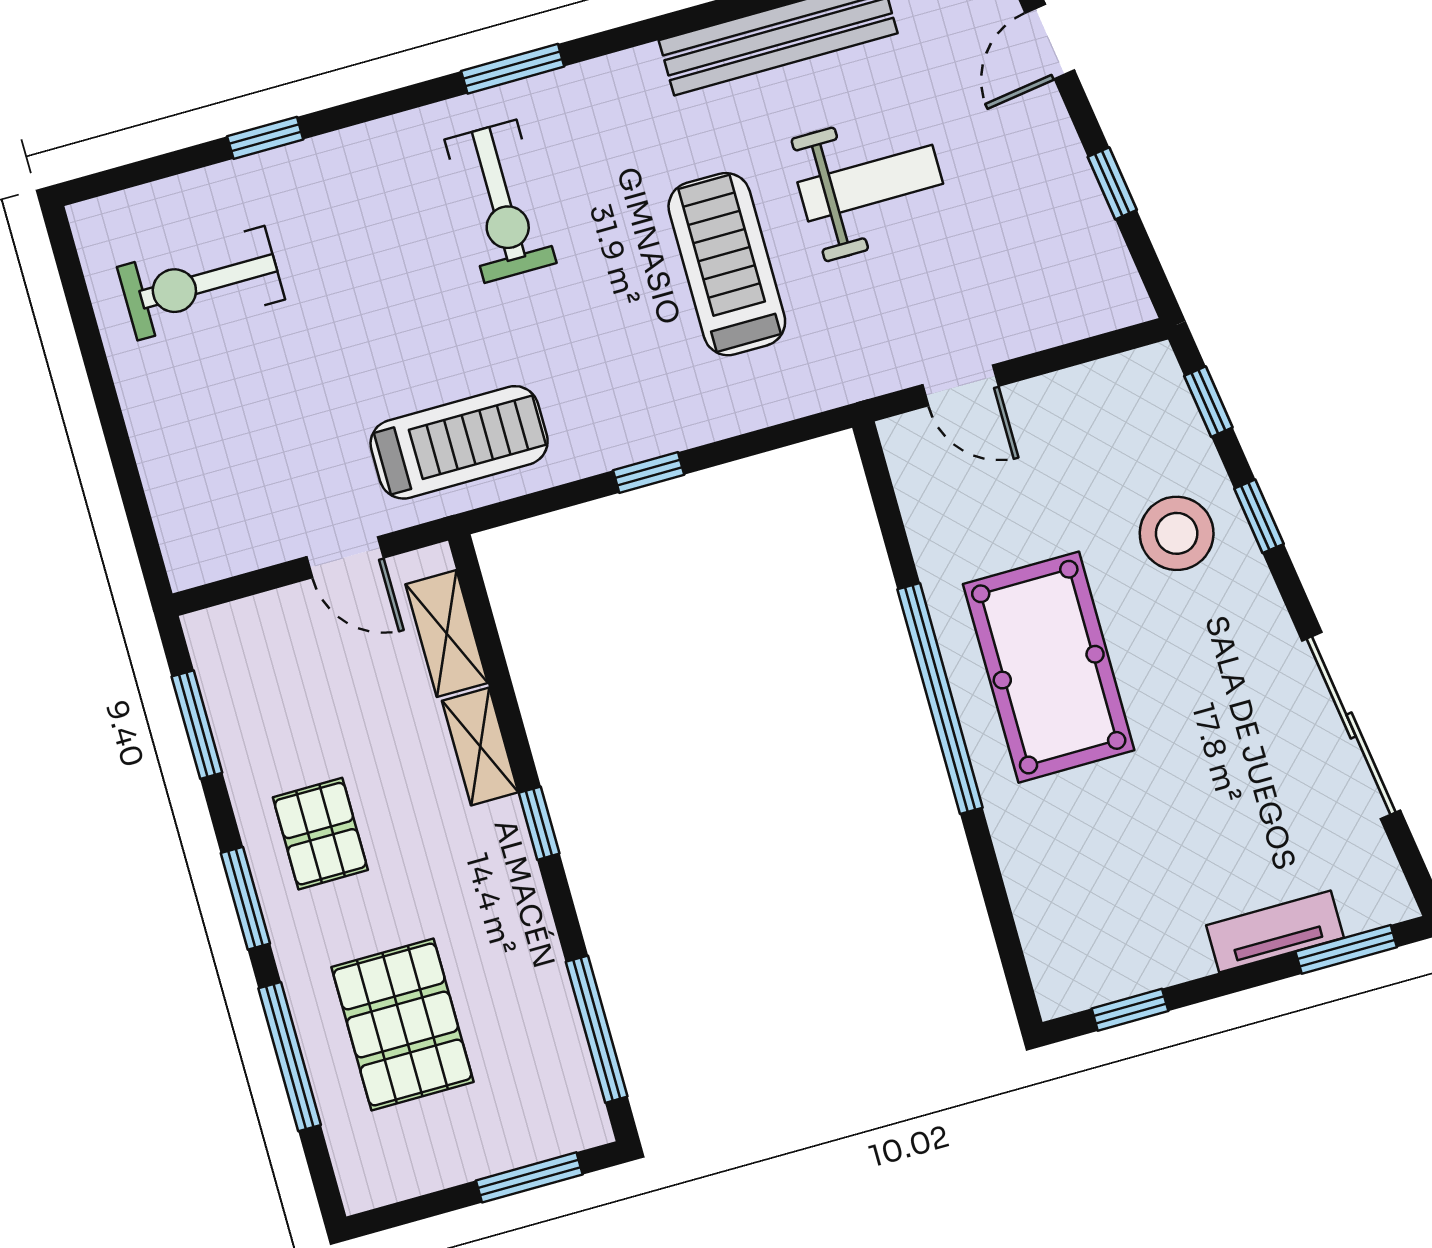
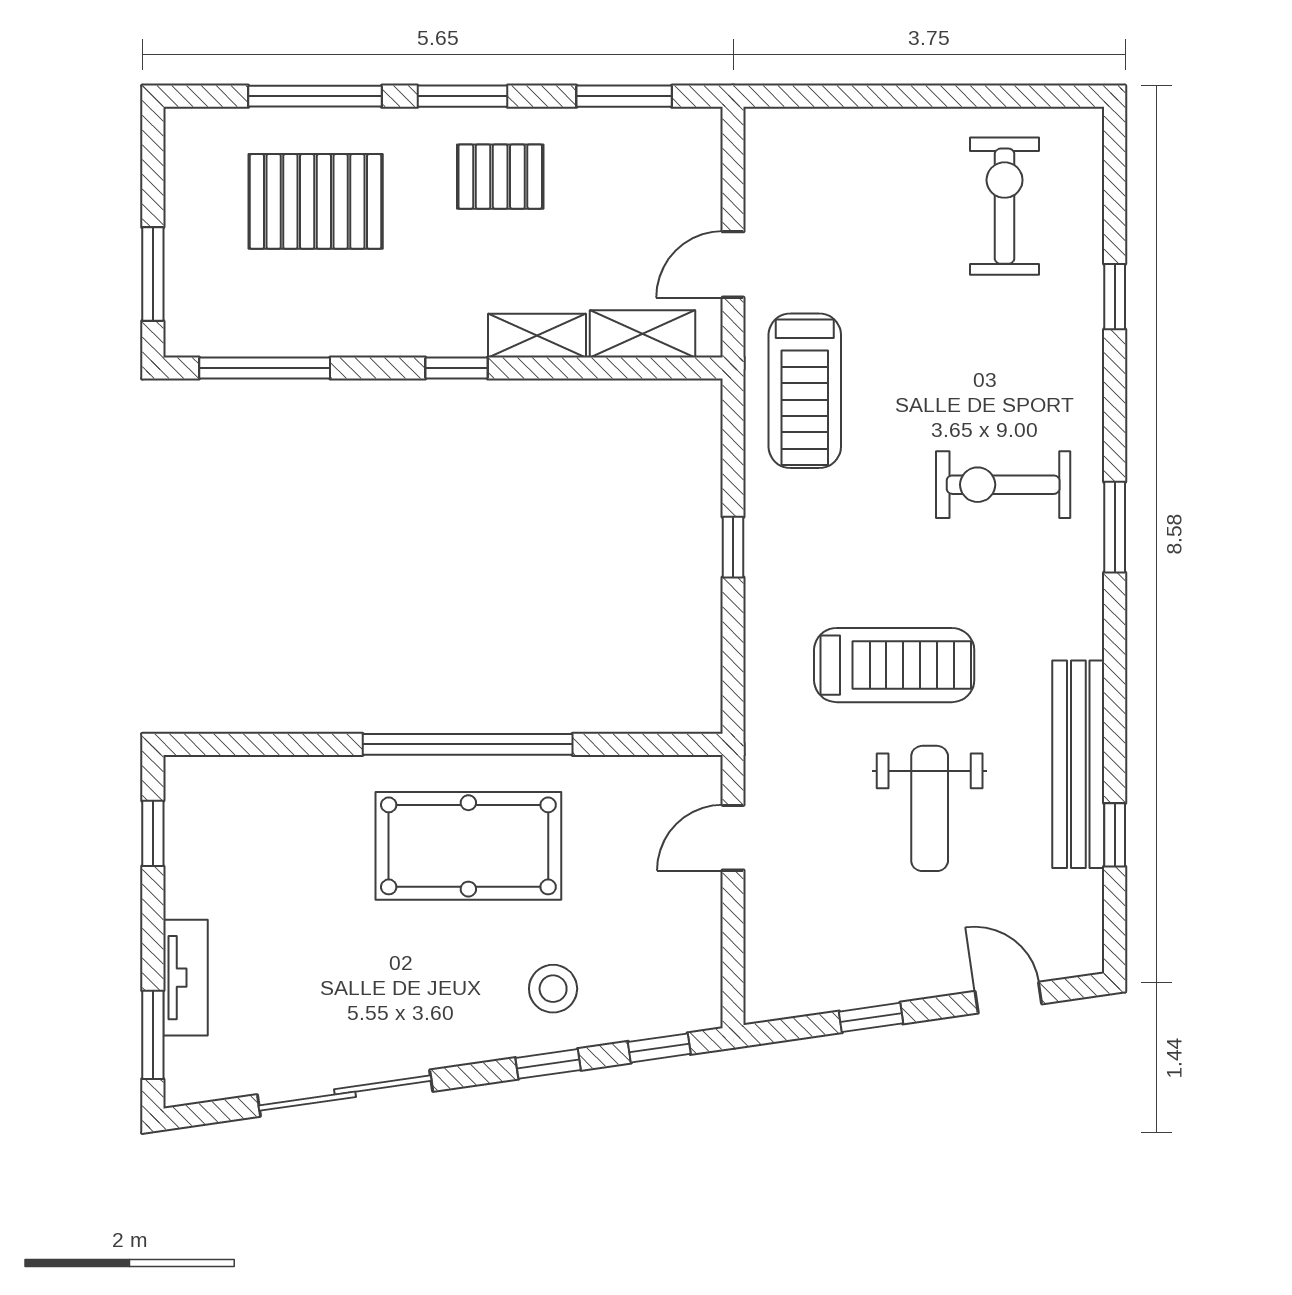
stool: (1177, 533) -> (553, 989), width x0.73, depth x0.73

